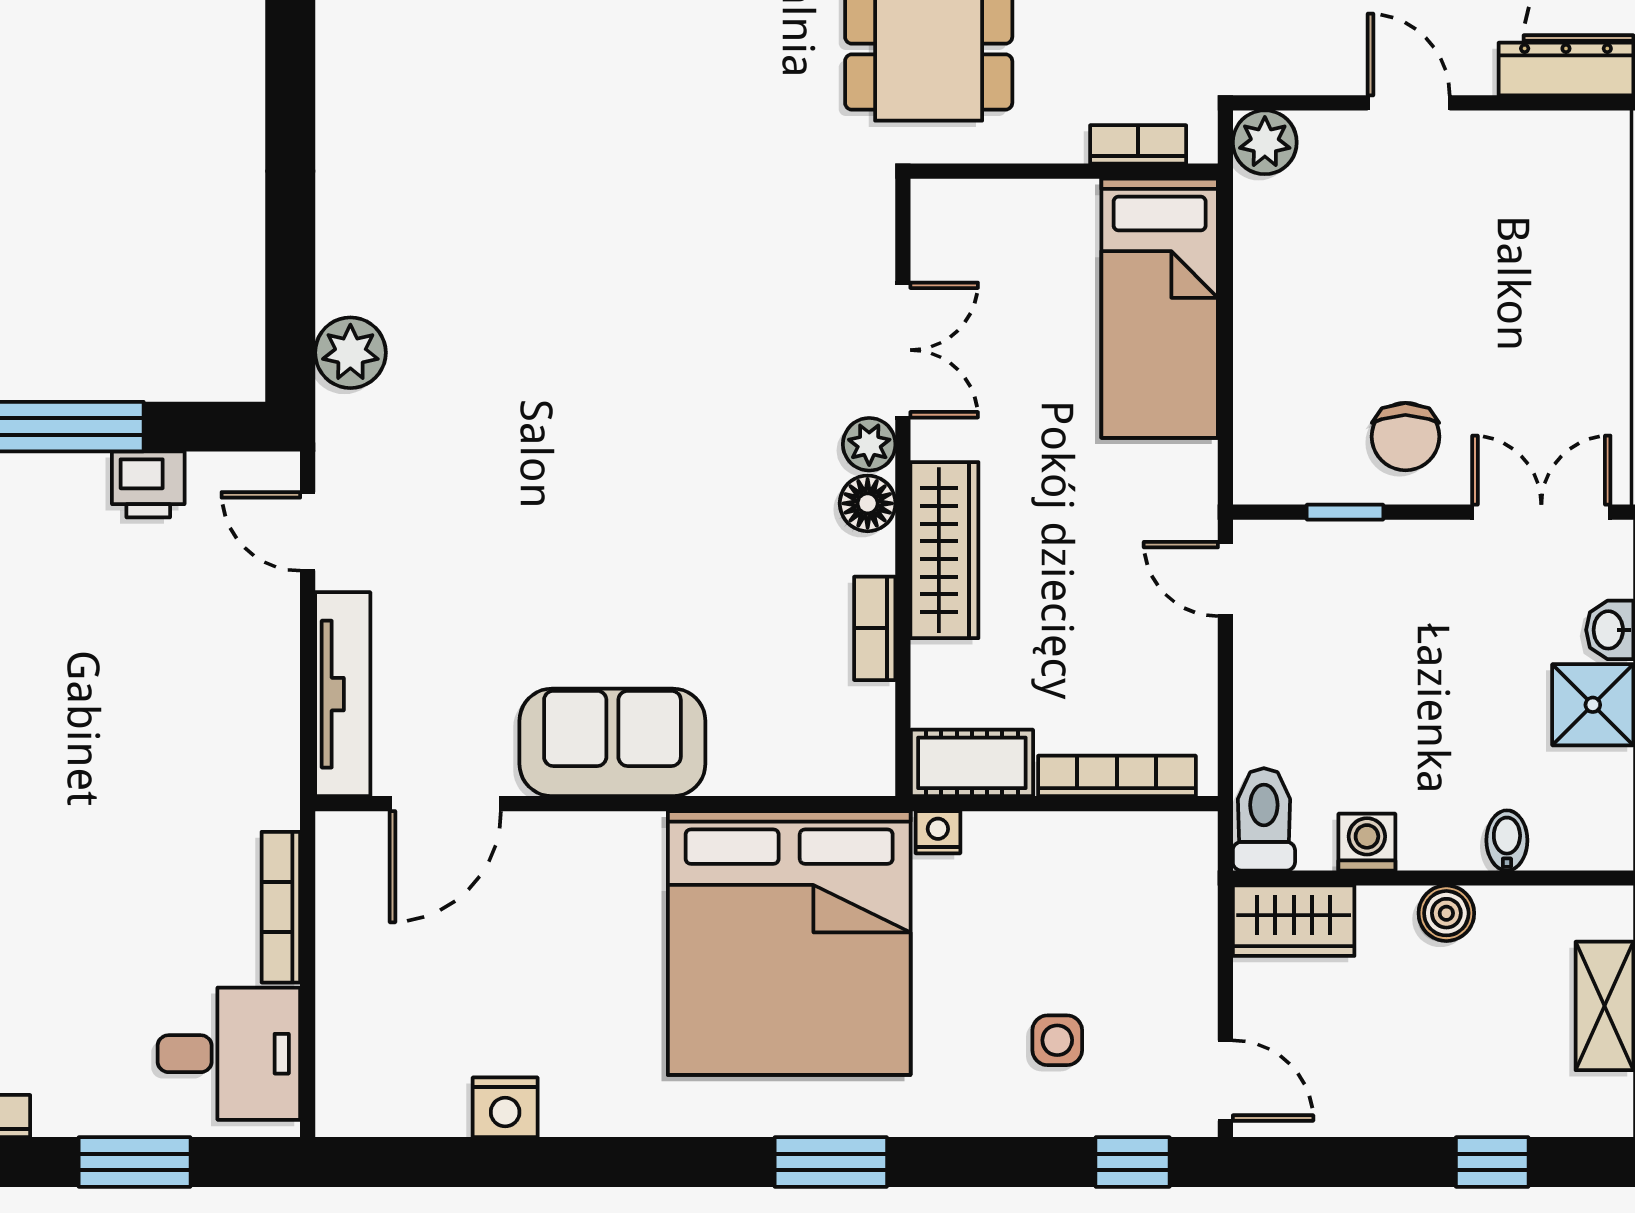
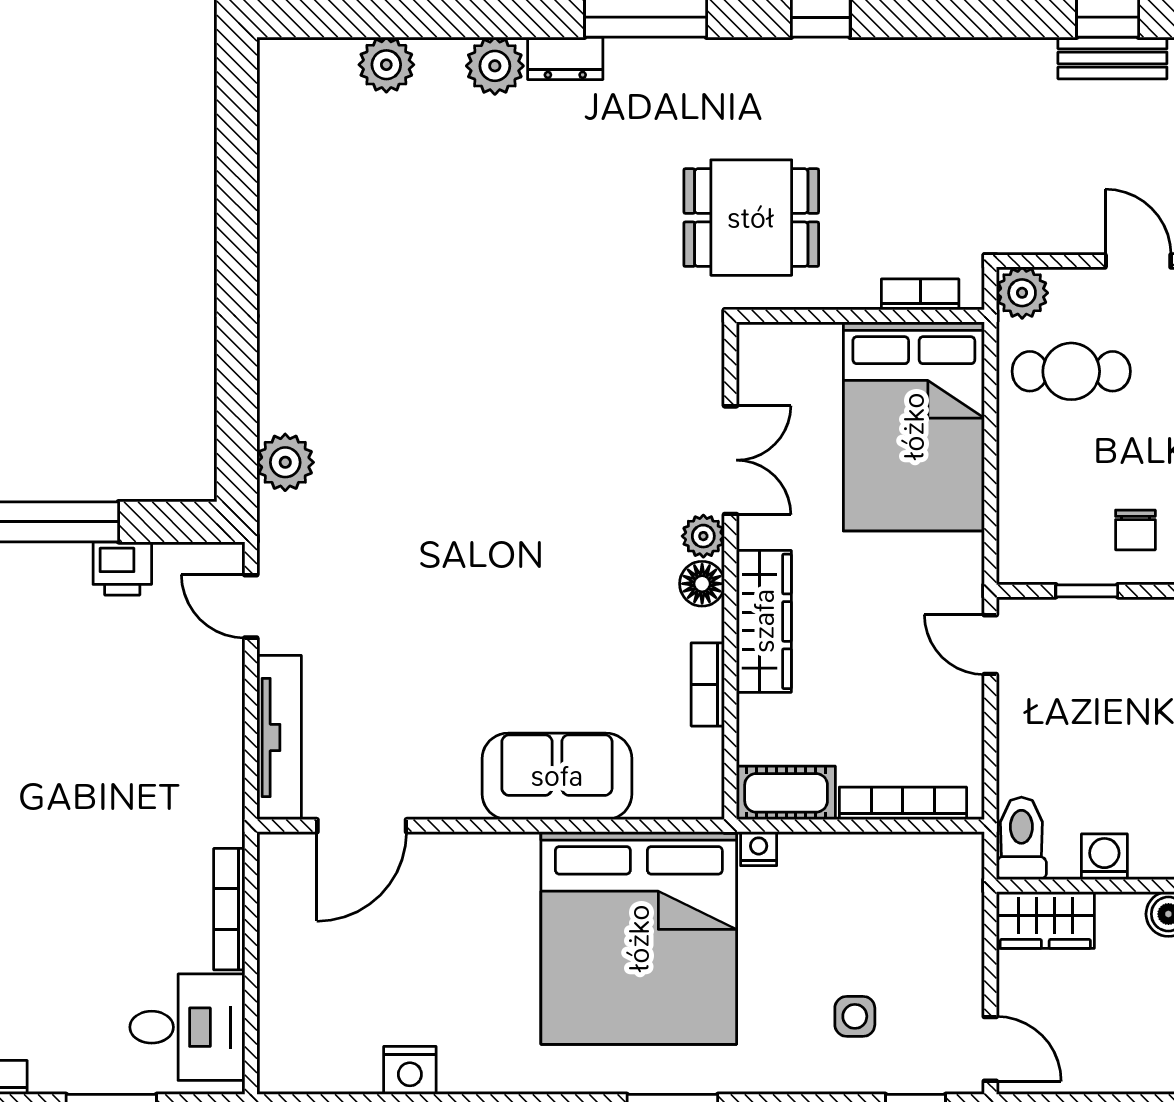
cafe table: (1326, 240) -> (1071, 371), added
bed: (1160, 308) -> (914, 426), width x1.50
chair: (1405, 437) -> (1135, 530), width x0.73, depth x0.73
sofa: (612, 742) -> (557, 776), moved

